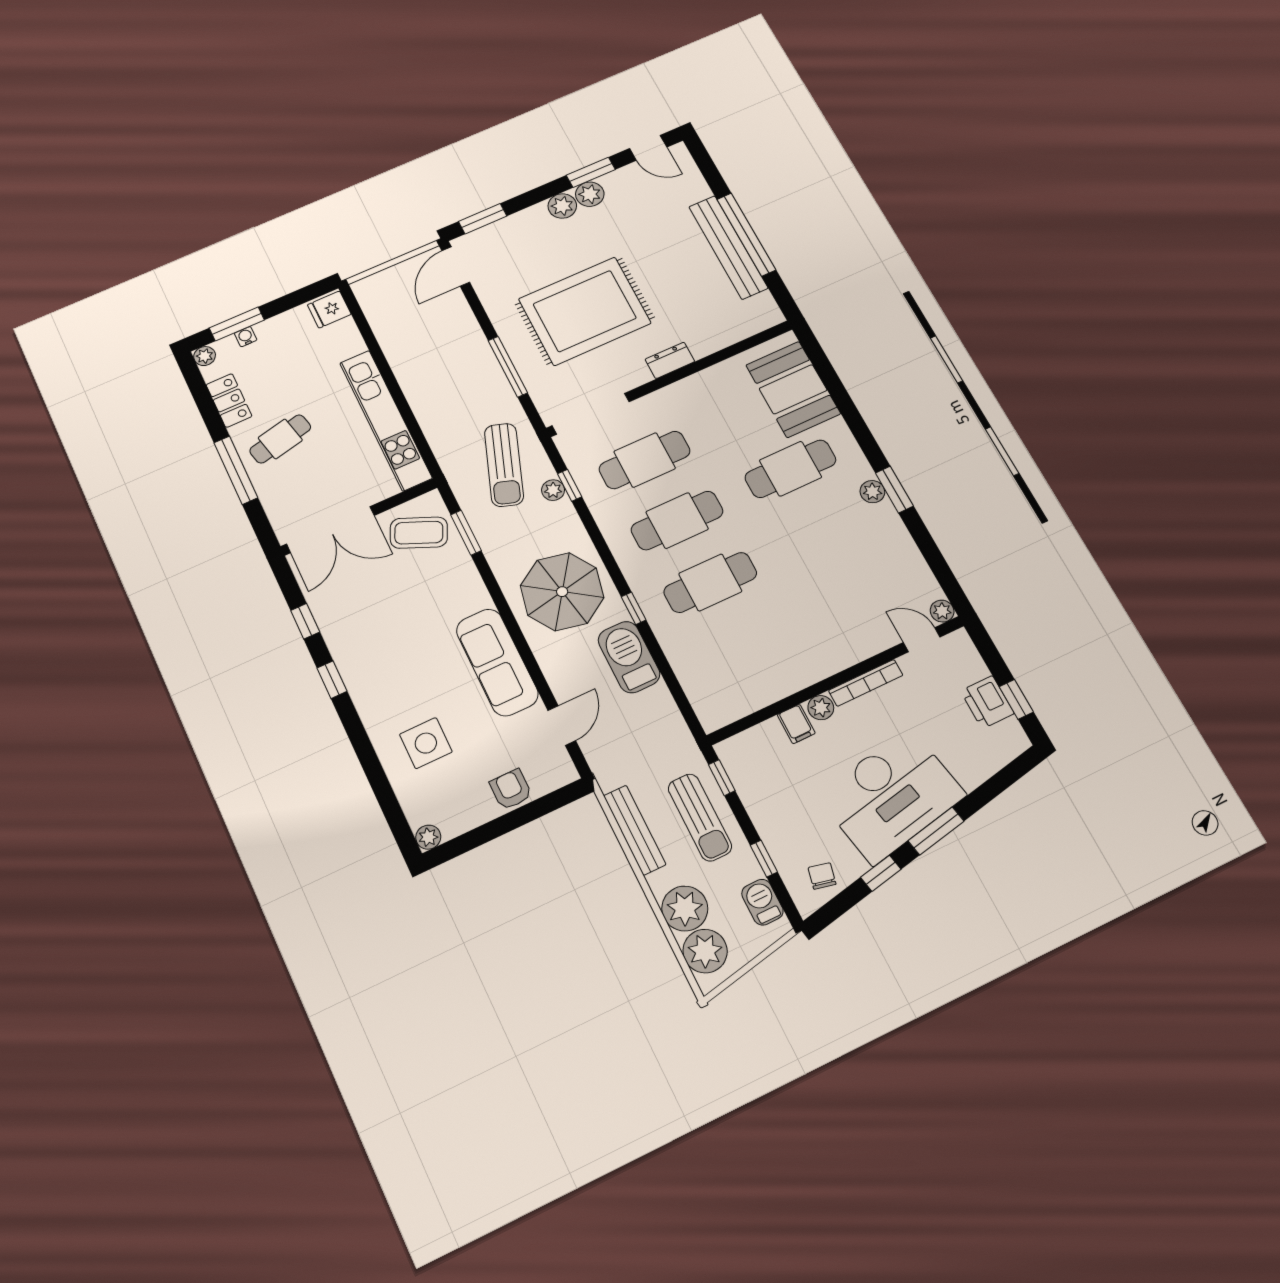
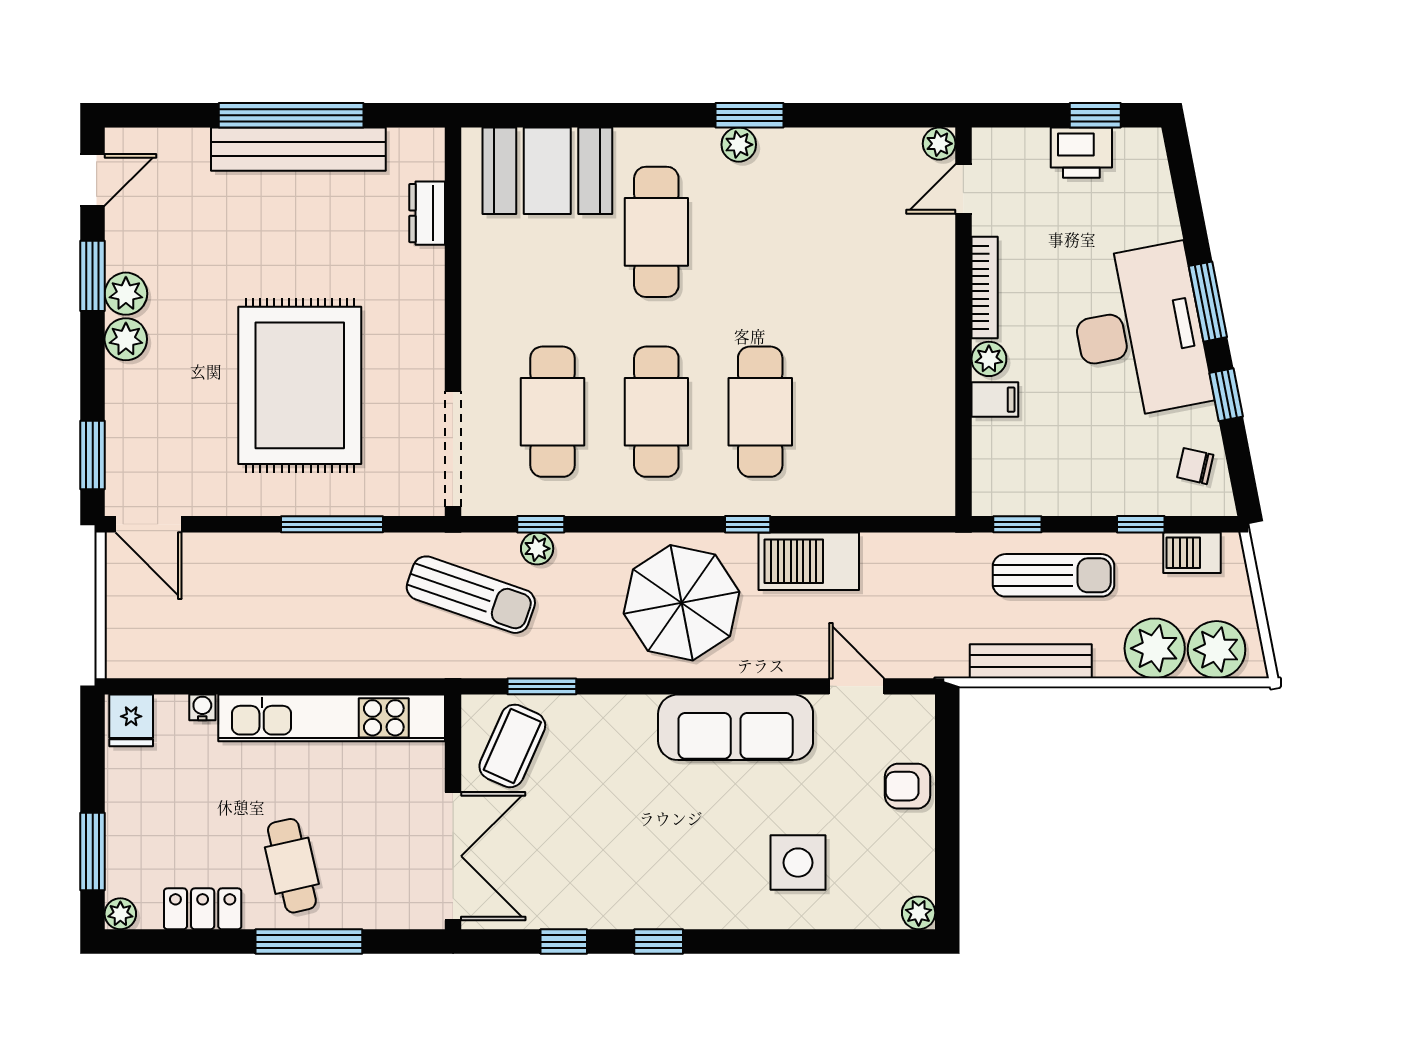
water cooler: (246, 337) -> (202, 707), moved, turned 90
dresser: (670, 360) -> (427, 213), moved

